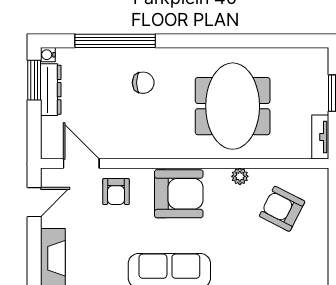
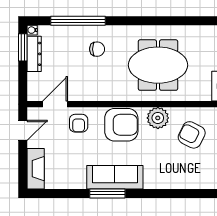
meeting table: (233, 106) -> (158, 65), turned 90
door: (81, 163) -> (55, 104), hinge flipped
plant: (240, 176) -> (158, 118), width x1.88, depth x1.88

